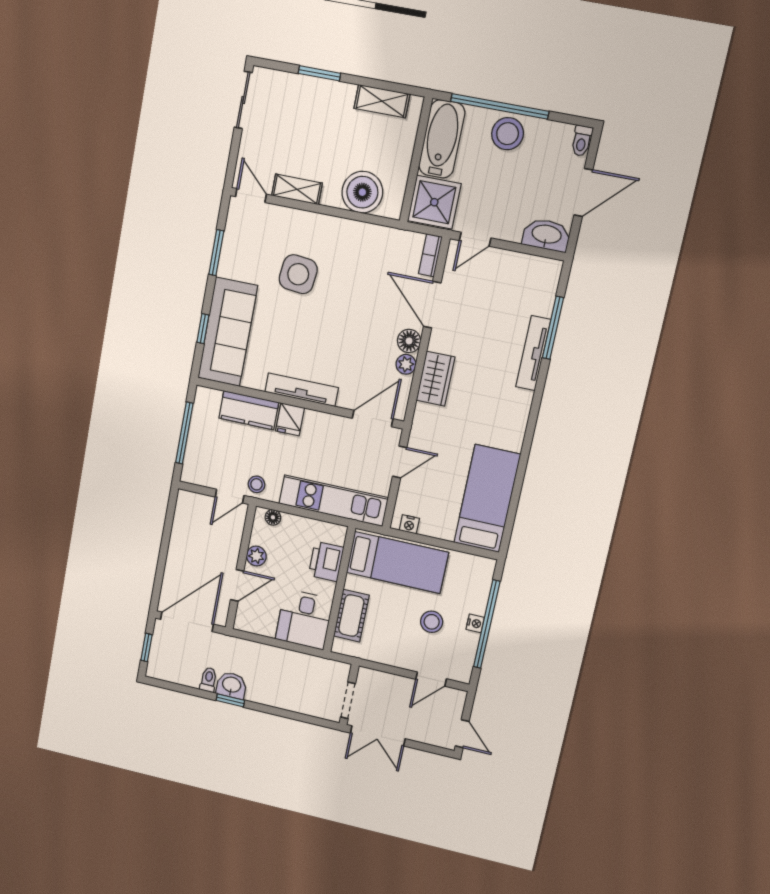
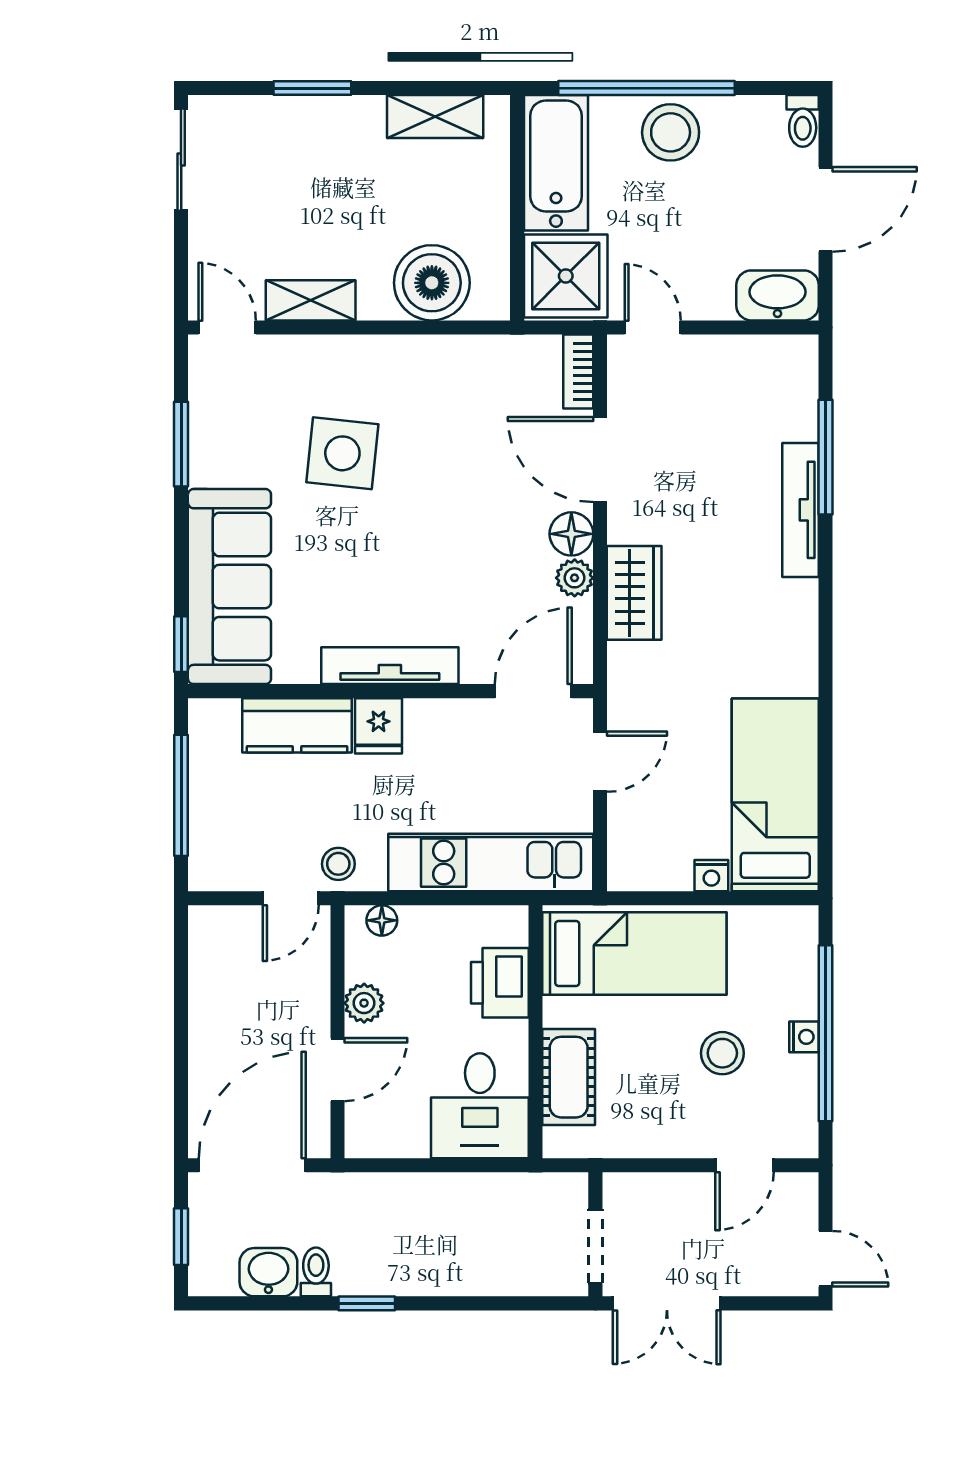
door: (475, 239) -> (653, 327), swing flipped
window: (203, 329) -> (181, 644), moved
nightstand: (409, 524) -> (711, 876), moved
washbasin: (231, 685) -> (268, 1272), moved

